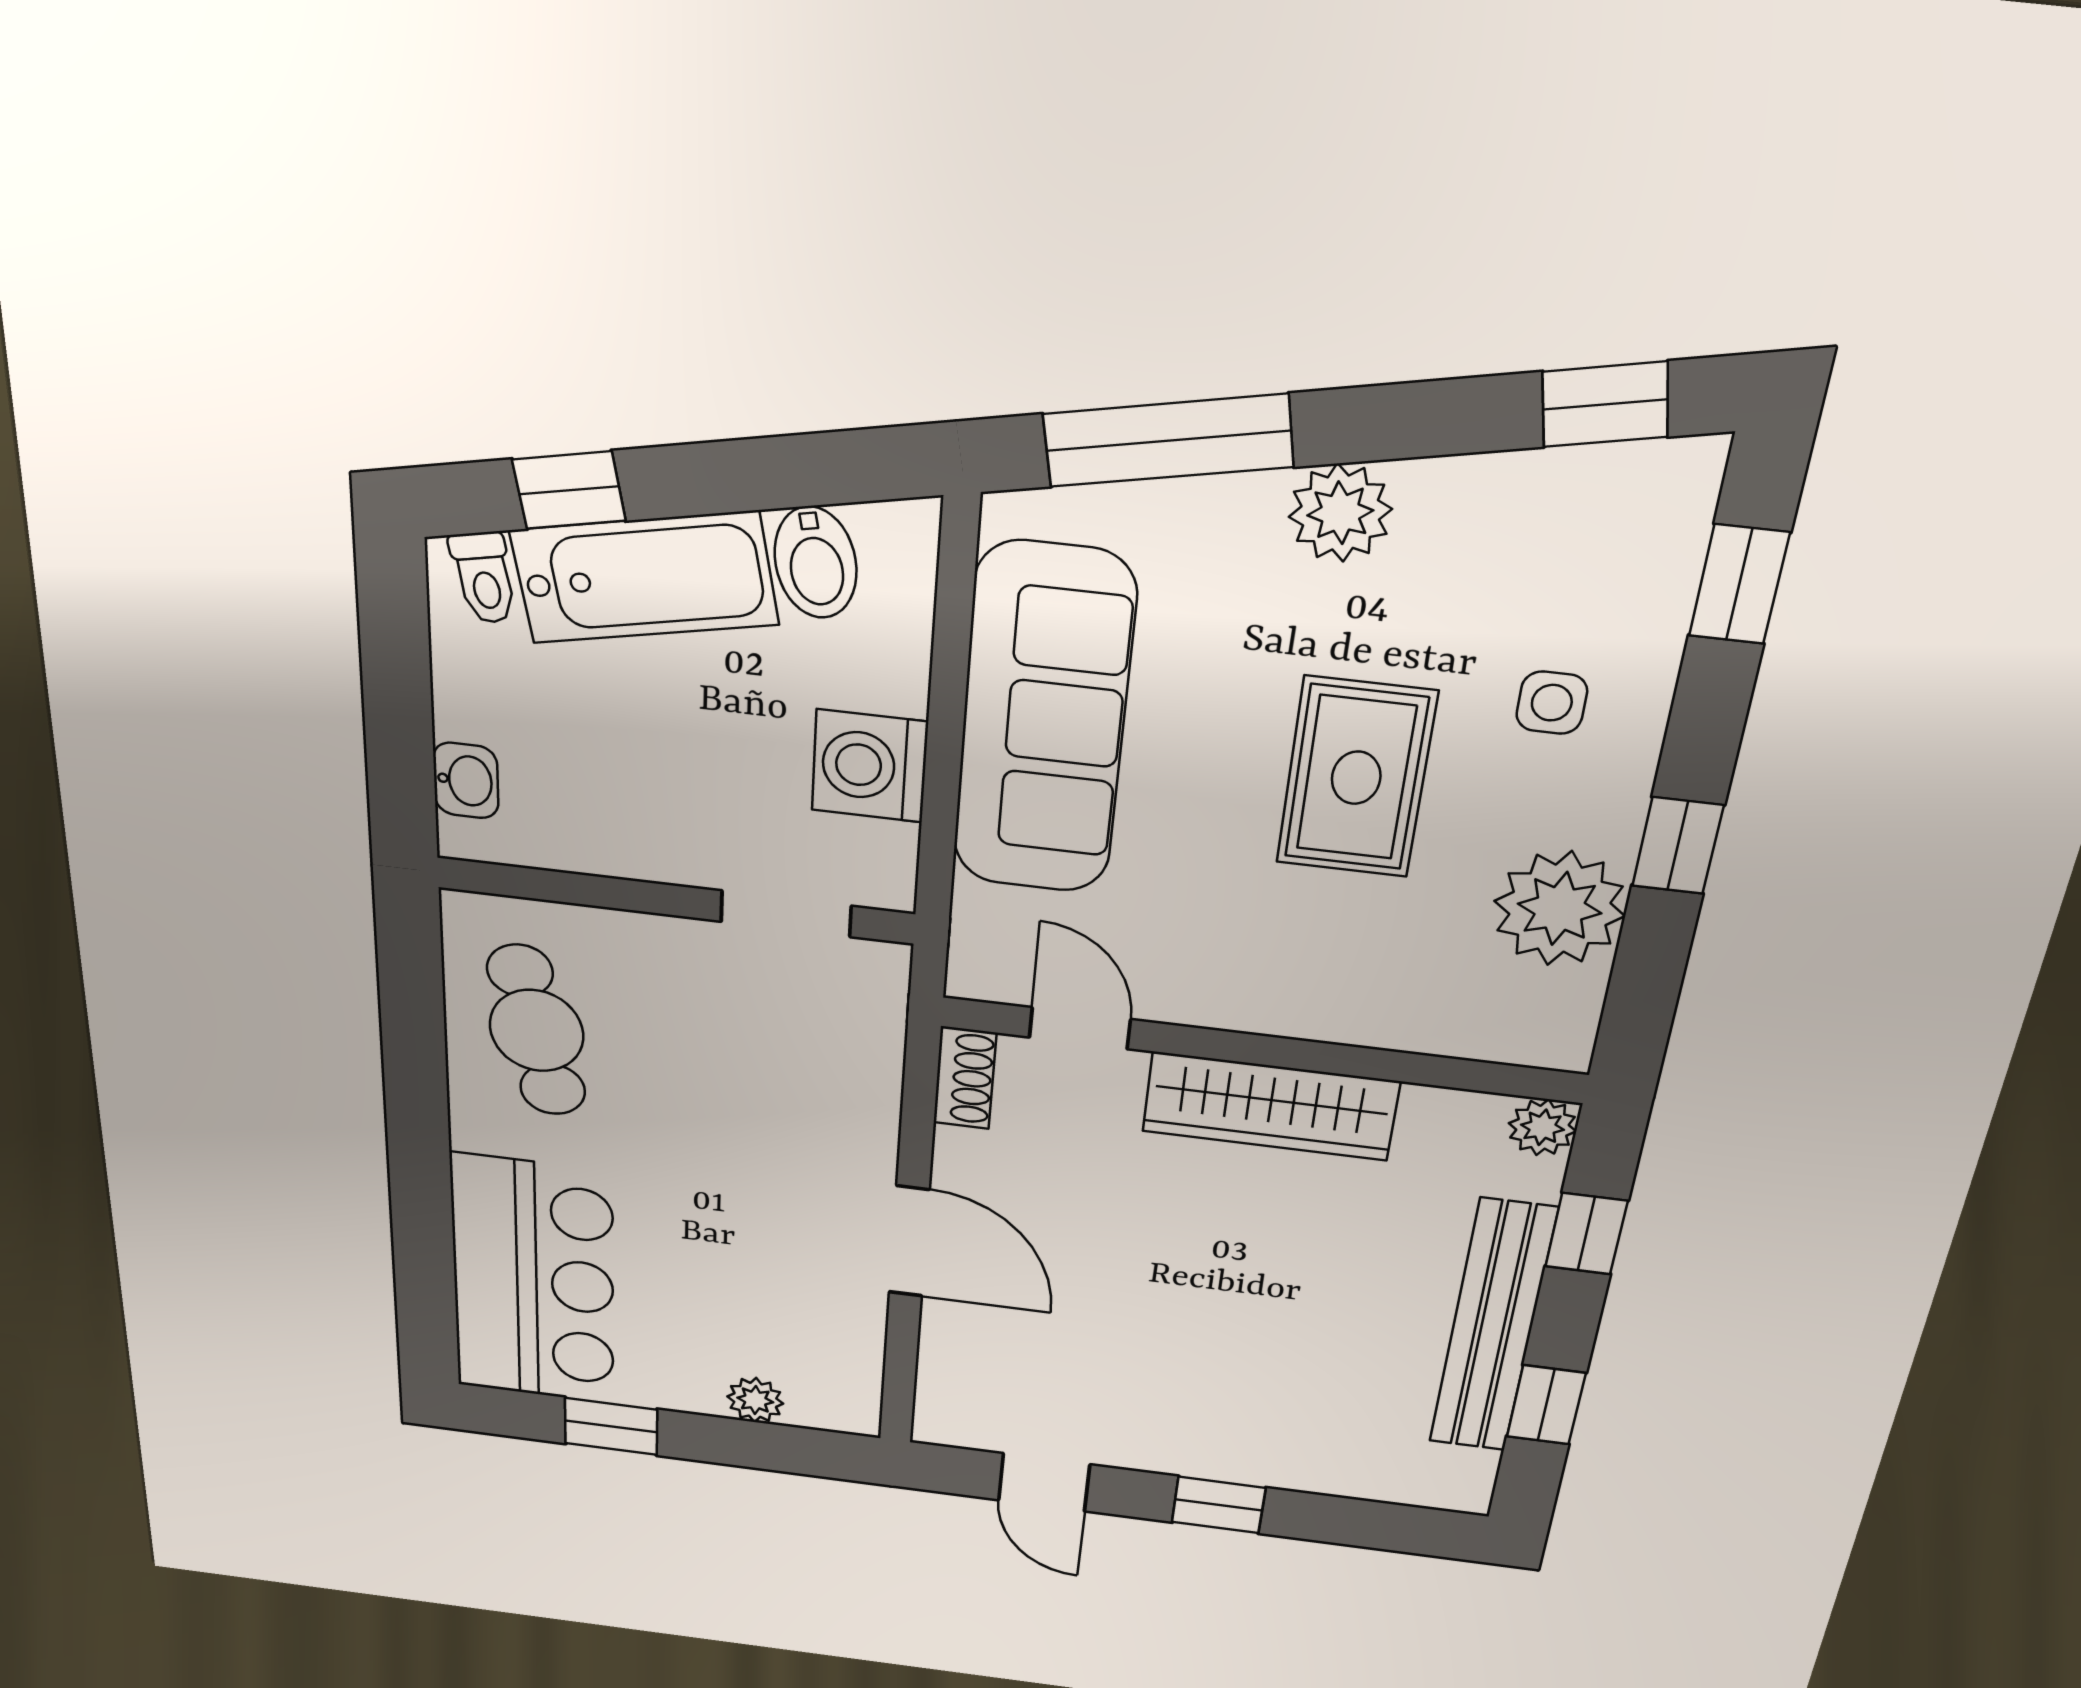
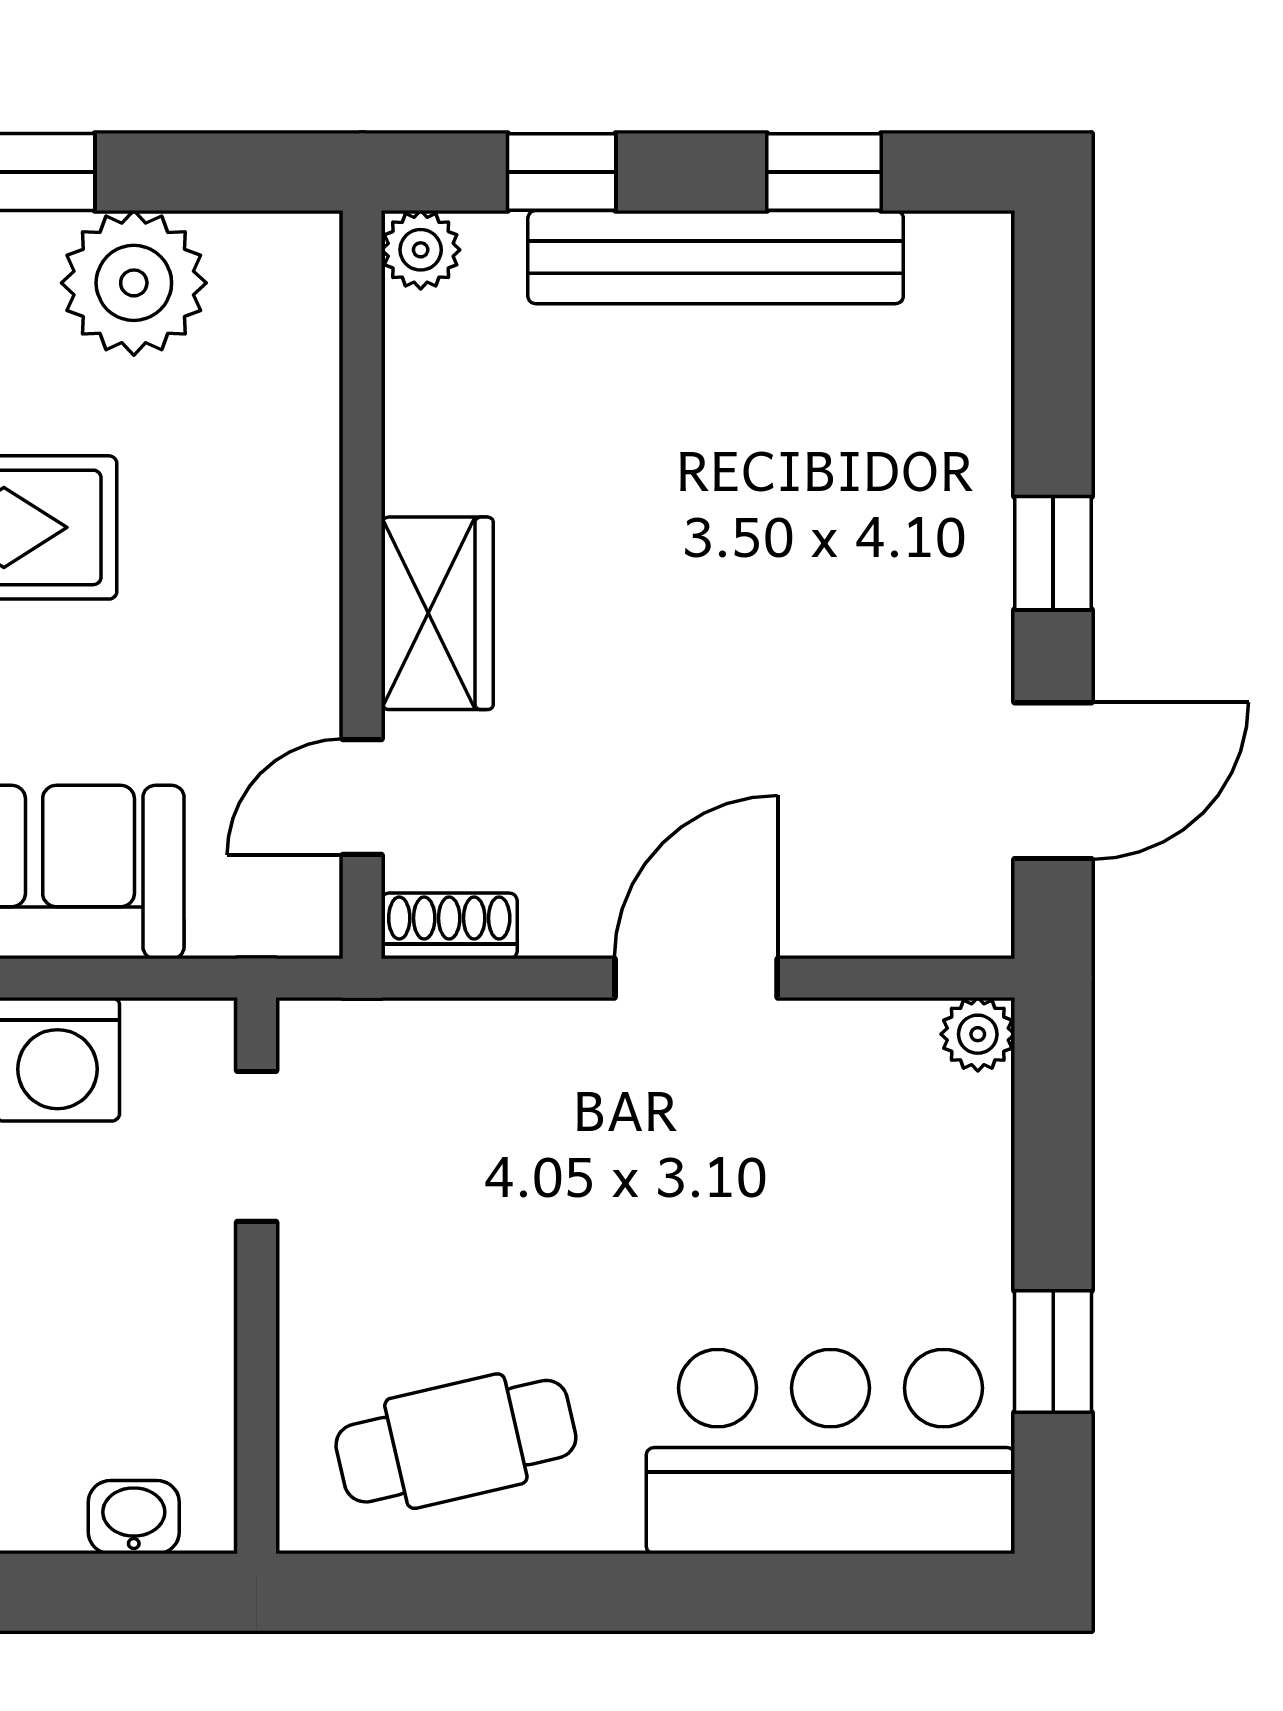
wardrobe: (1270, 1106) -> (437, 613), width x0.67
plant: (755, 1400) -> (978, 1034), moved
door: (1044, 1482) -> (1053, 781), width x1.38

